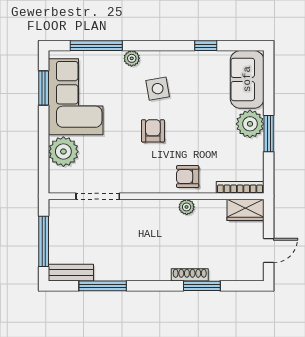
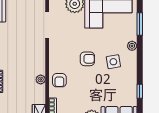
window: (96, 46) -> (140, 24), width x0.69
armchair: (188, 177) -> (59, 80), turned 180

